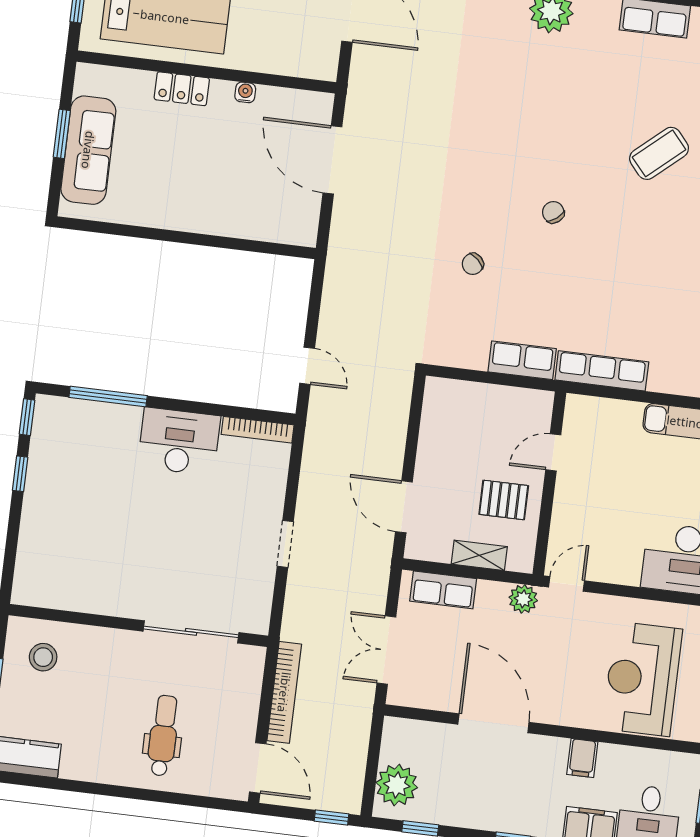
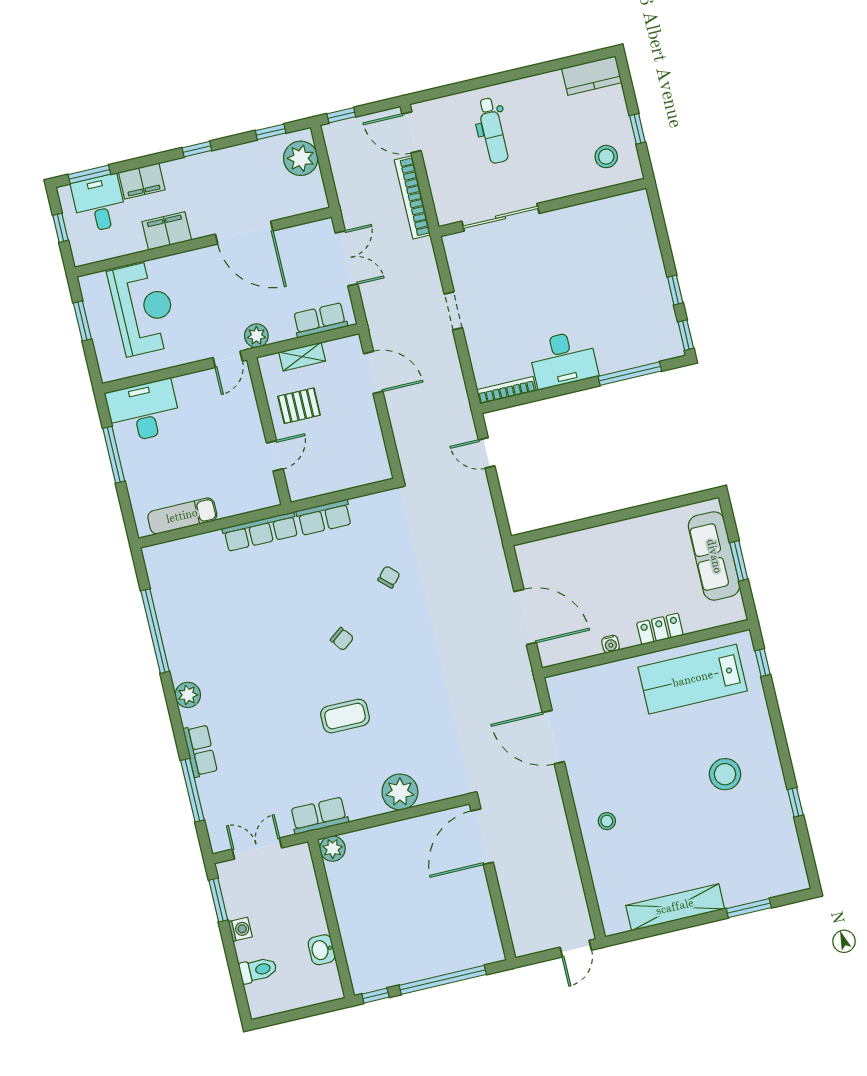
coffee table: (659, 153) -> (345, 716), moved, turned 41
filing cabinet: (582, 758) -> (167, 231), width x2.00

